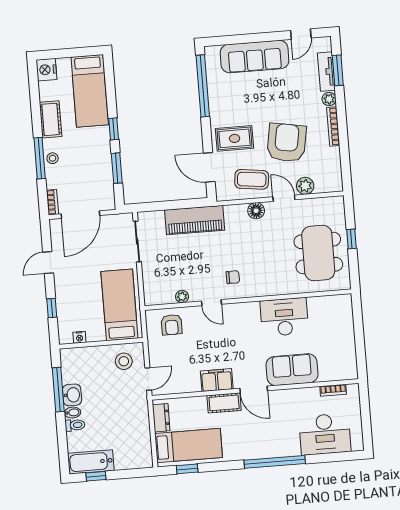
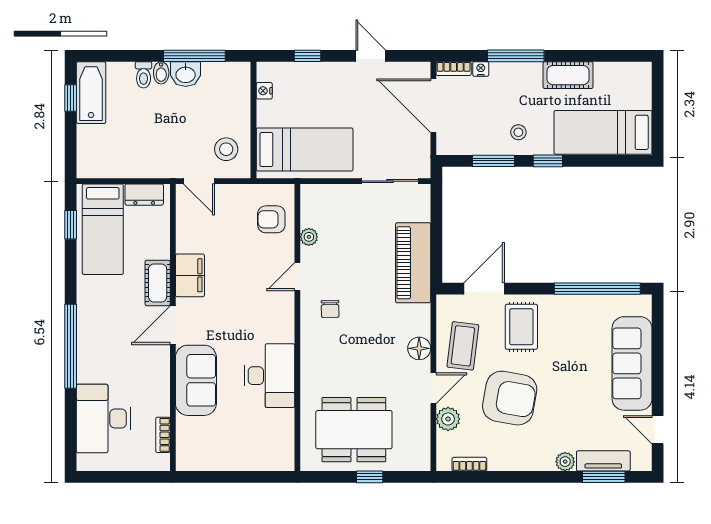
nightstand: (46, 70) -> (481, 69), moved, width x0.53, depth x0.56
bookcase: (333, 127) -> (469, 464), moved, width x0.64
stool: (53, 158) -> (518, 132), moved

